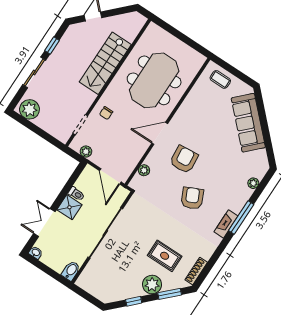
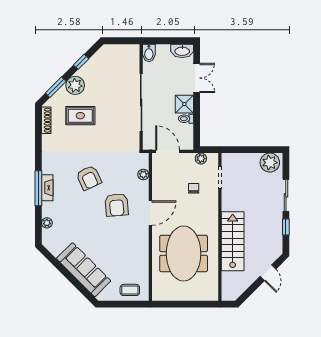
chair: (106, 113) -> (194, 188), moved
fireplace: (226, 224) -> (47, 188), moved
washbasin: (36, 253) -> (182, 51), width x1.91, depth x1.45

